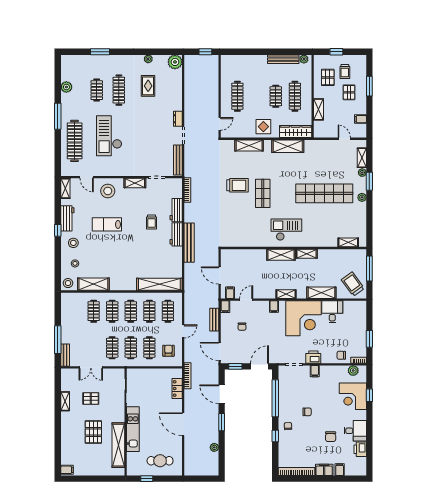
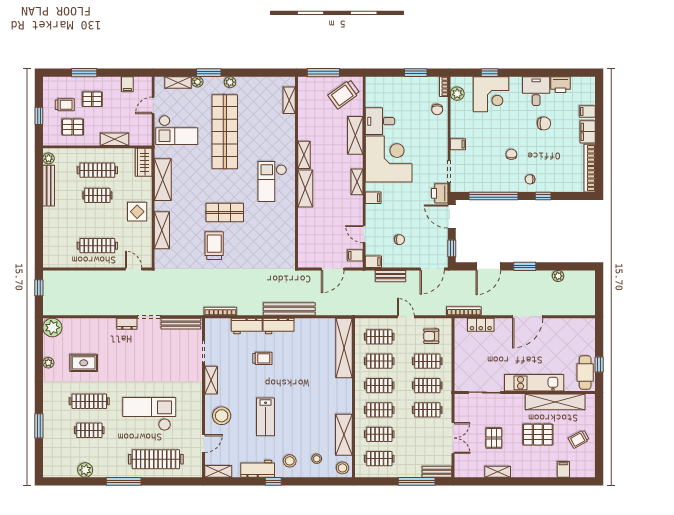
wardrobe: (296, 132) -> (144, 162), width x0.67
checkout: (109, 136) -> (149, 414), turned 180
checkout: (326, 157) -> (177, 130), added
clothes rail: (75, 311) -> (379, 459), added
printer: (313, 357) -> (440, 193), moved
cafe table: (160, 461) -> (585, 372), moved
trolley: (90, 463) -> (579, 439), added
filing cabinet: (67, 470) -> (563, 469), moved

